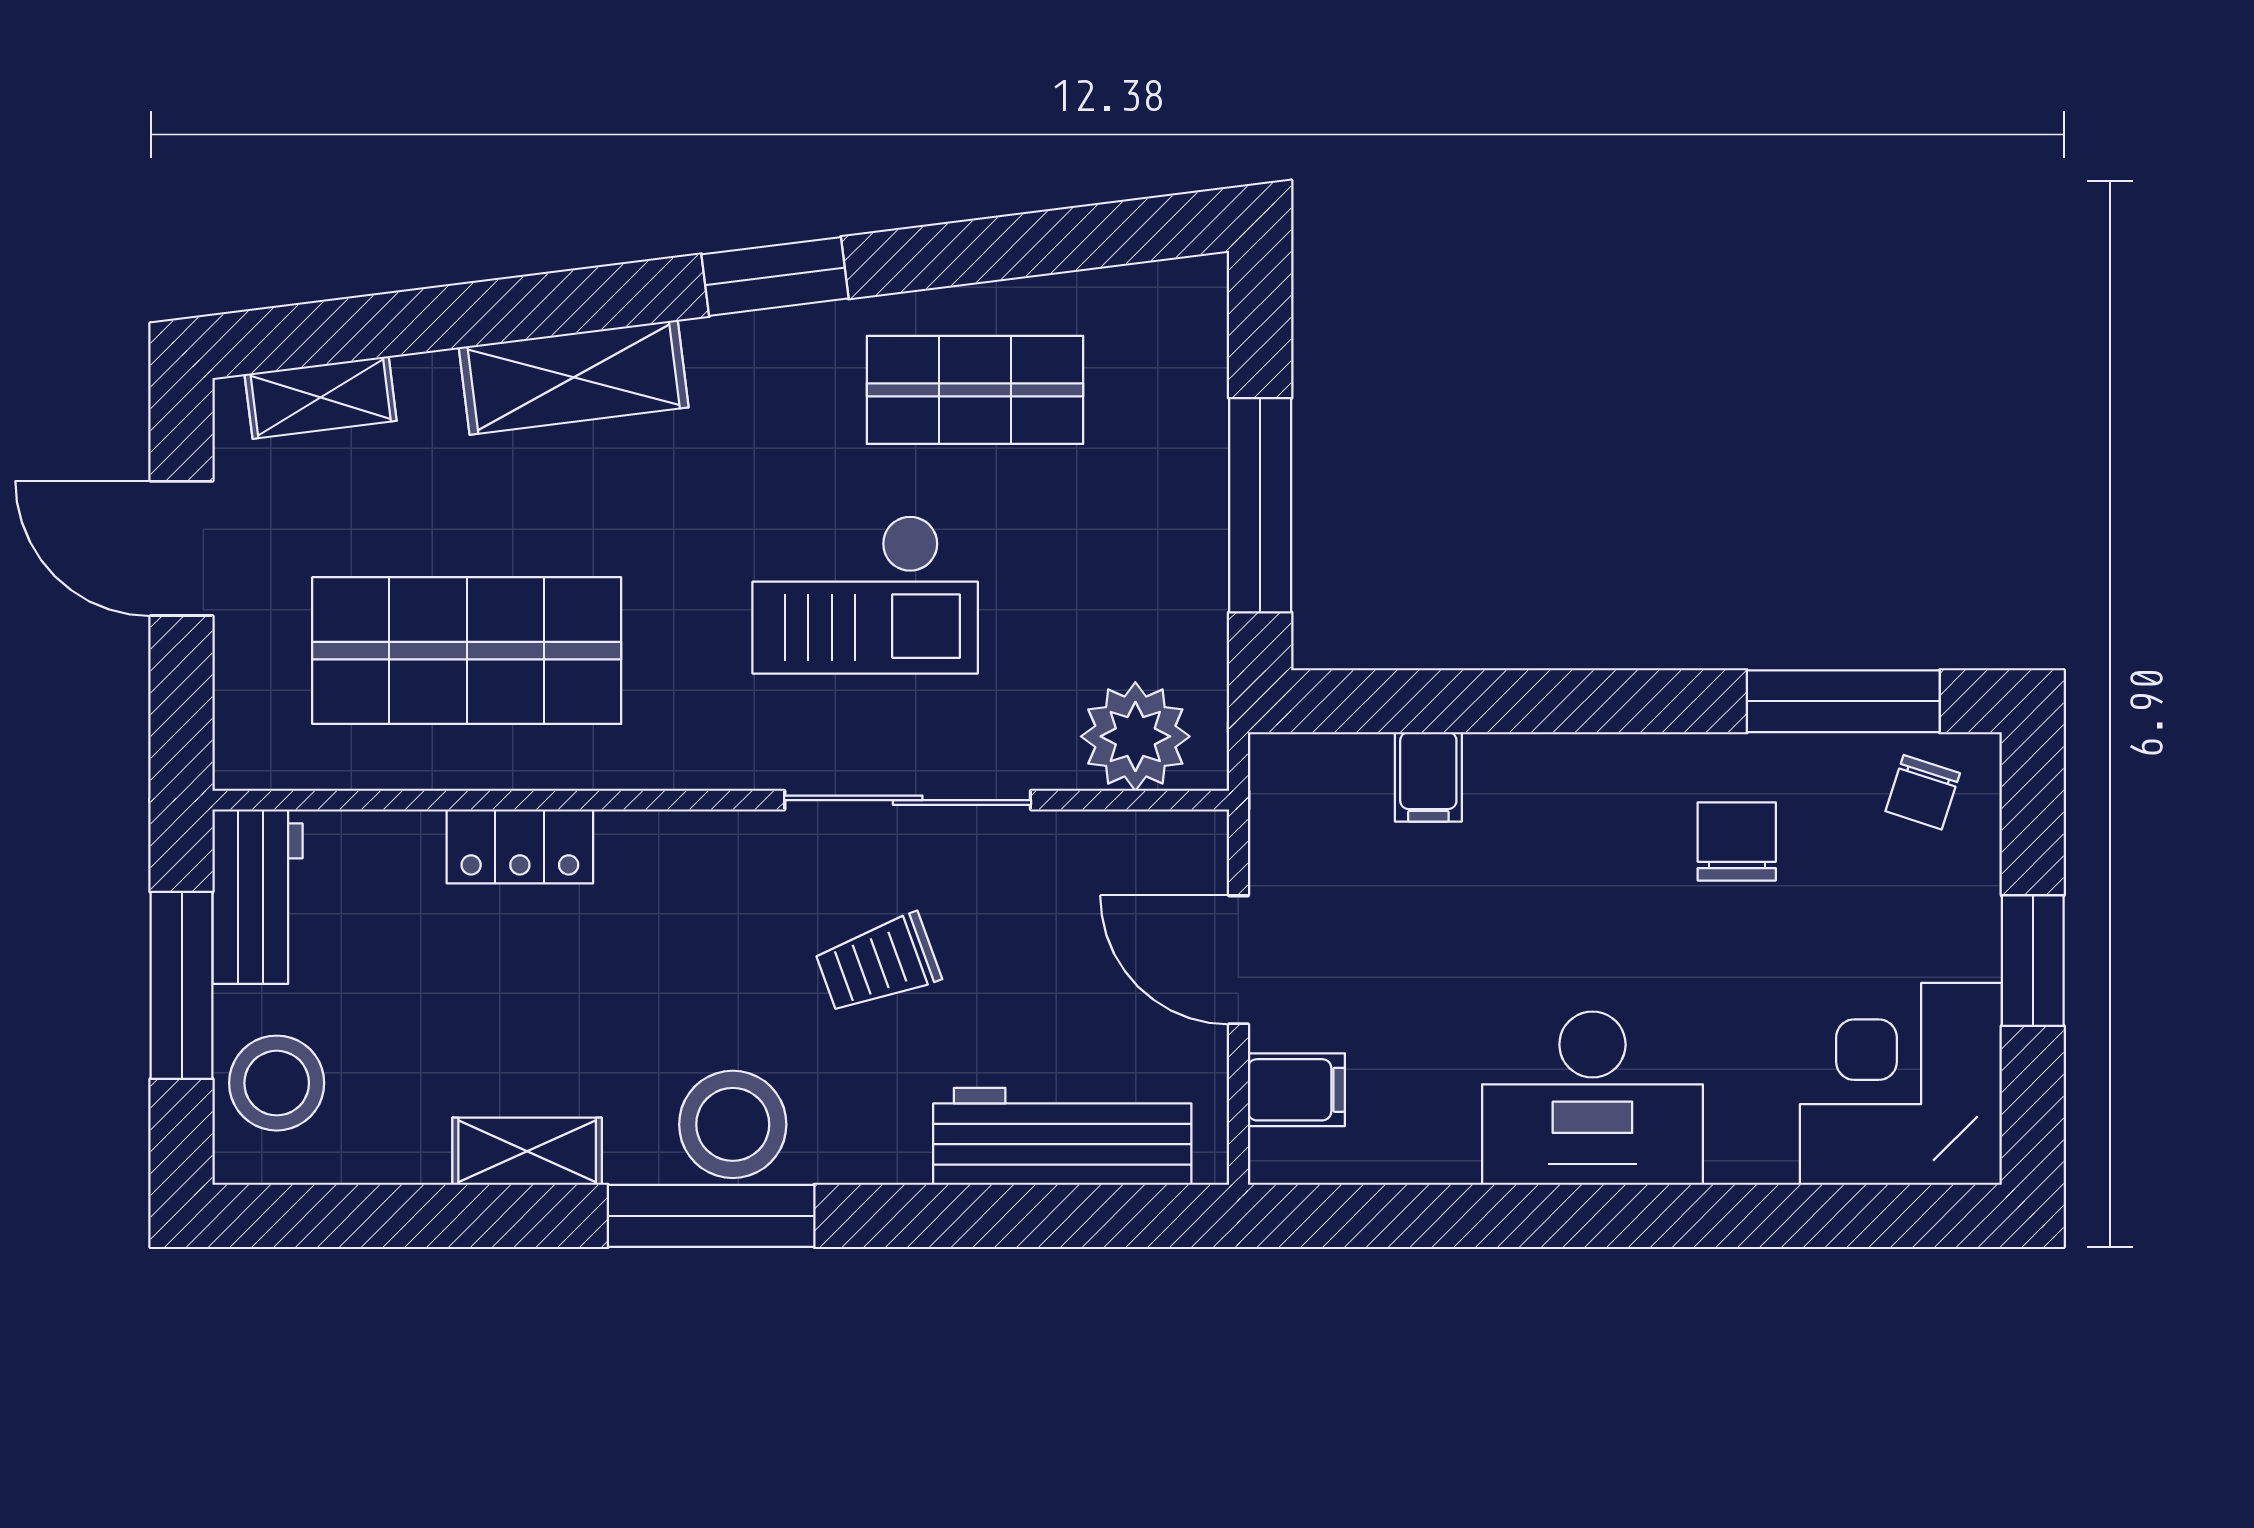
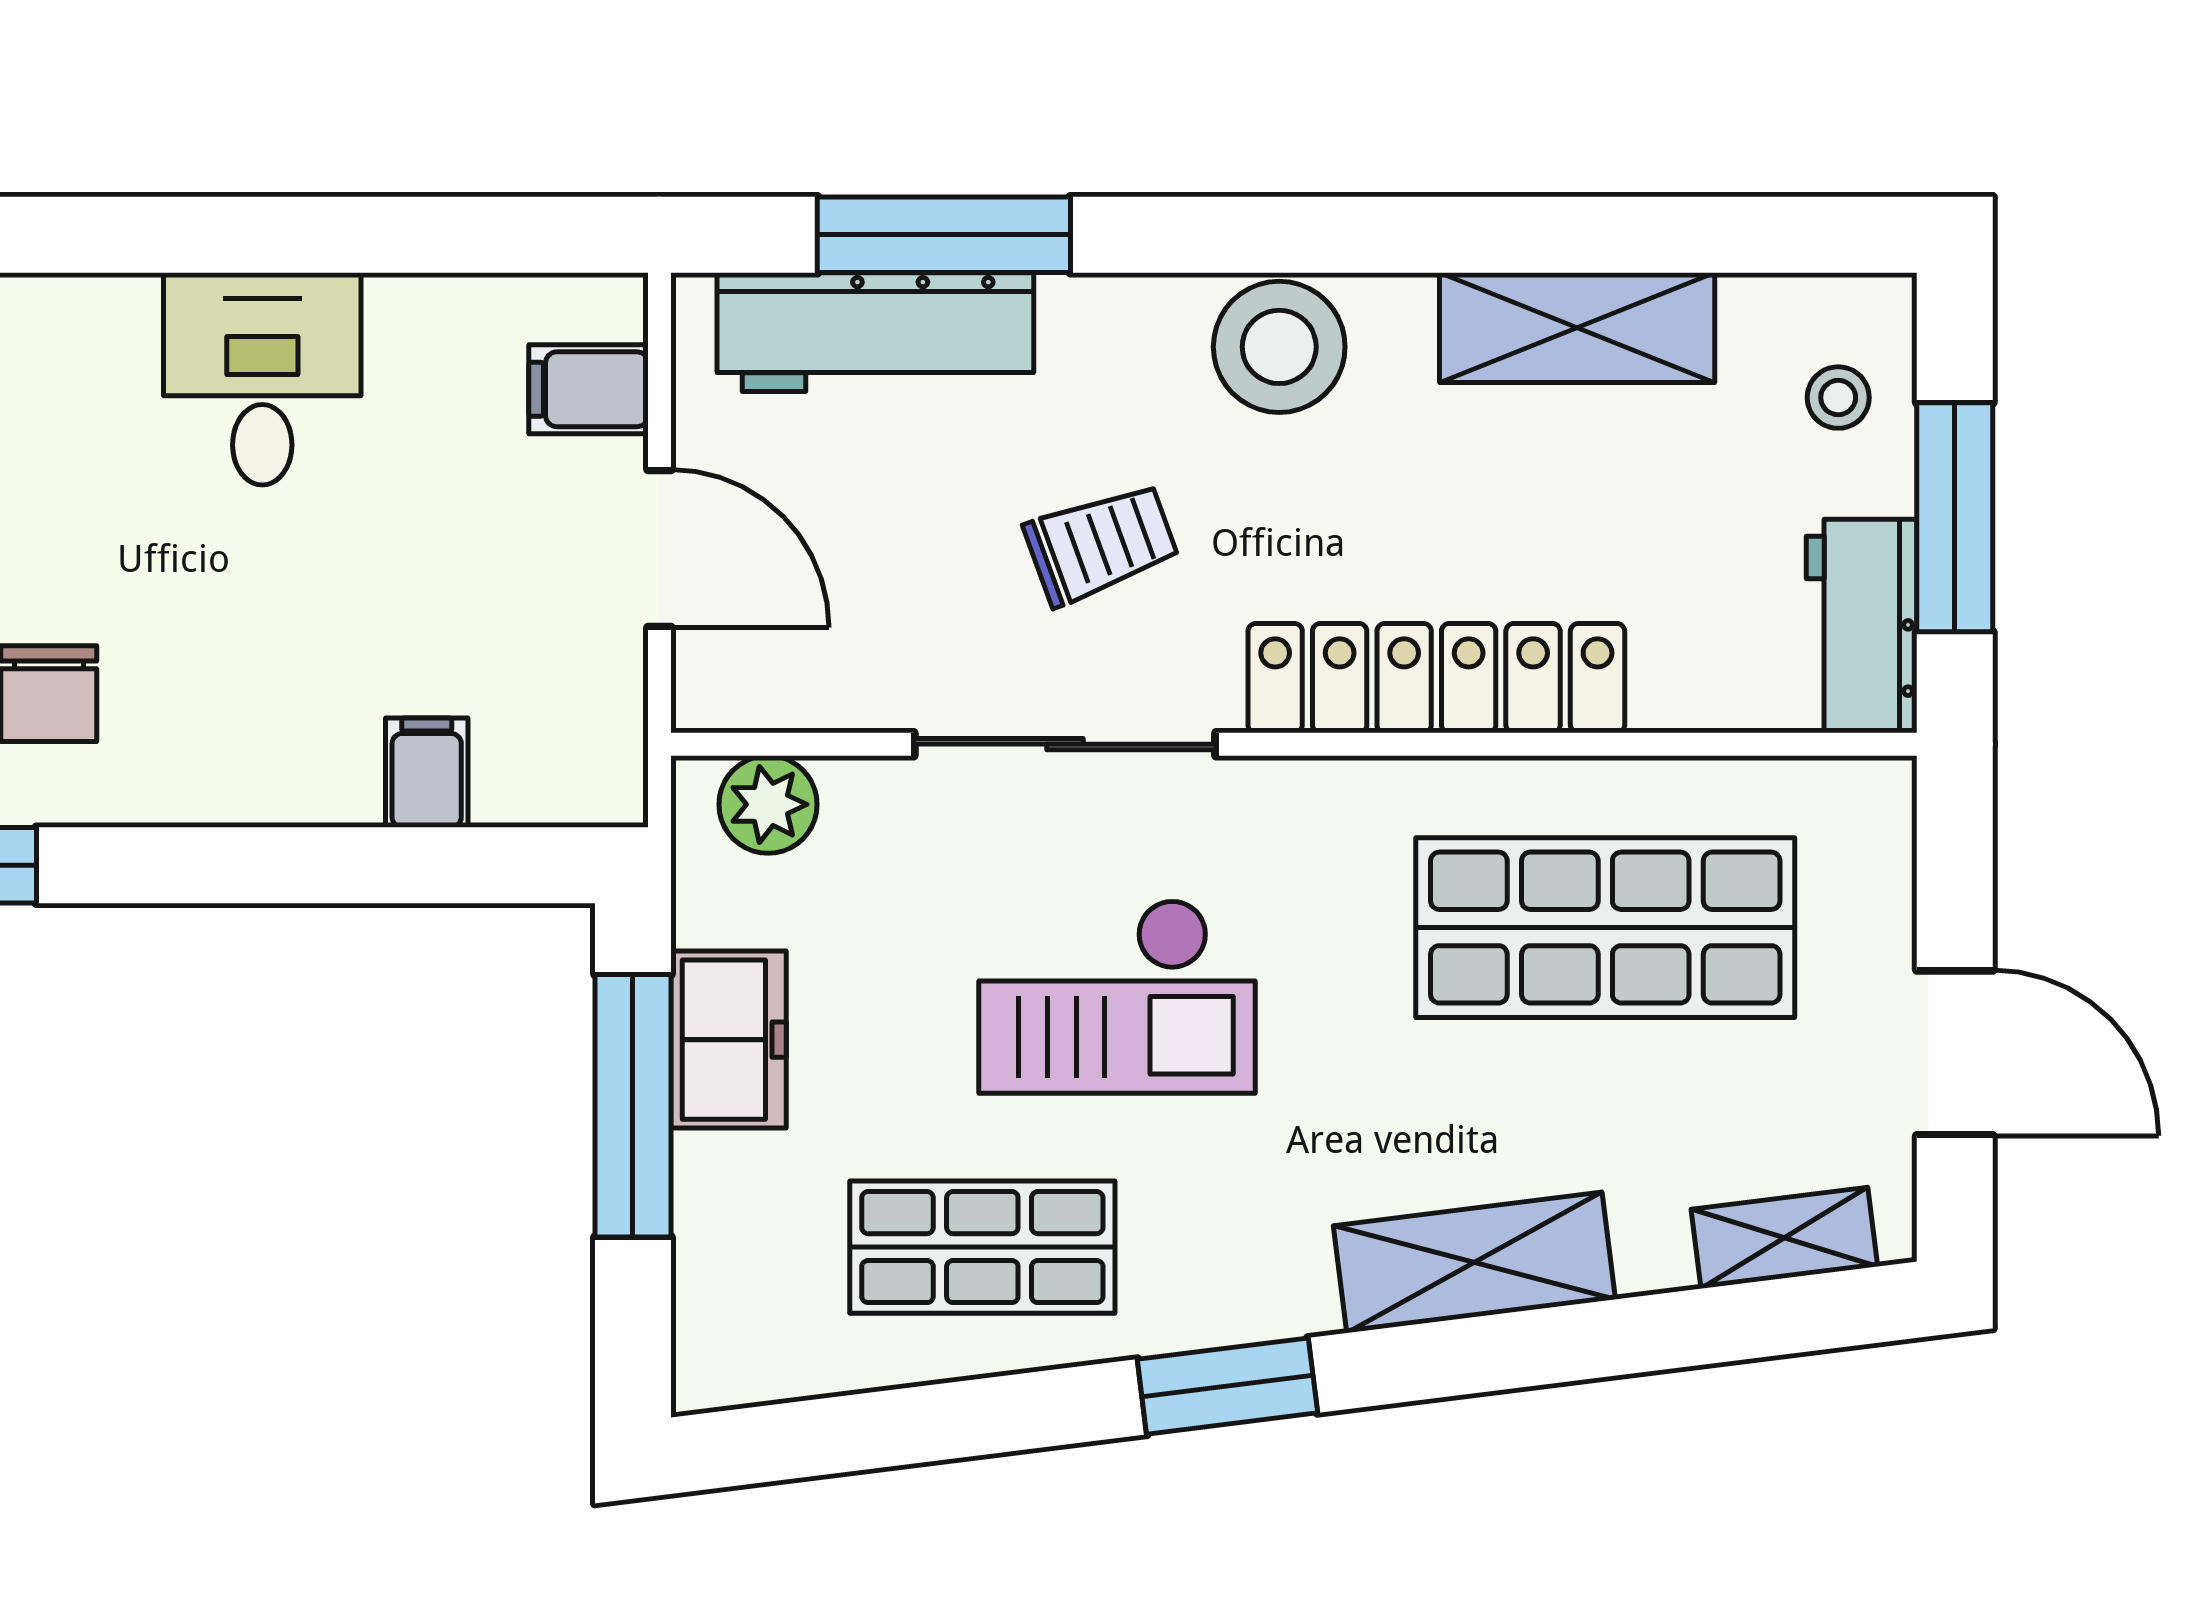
freezer: (1182, 559) -> (728, 1040), added
checkout: (865, 594) -> (1117, 996), turned 180
plant: (1135, 736) -> (768, 804), width x0.73, depth x0.73
locker: (520, 846) -> (1436, 678), width x2.16, depth x1.21
stool: (277, 1083) -> (1838, 398), width x0.53, depth x0.53
desk: (1592, 1098) -> (262, 379), width x0.73
shelving: (527, 1151) -> (1577, 328), width x1.50, depth x1.33
window: (711, 1216) -> (944, 235), moved

